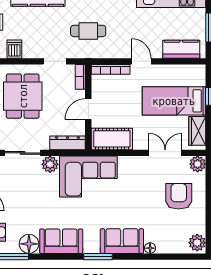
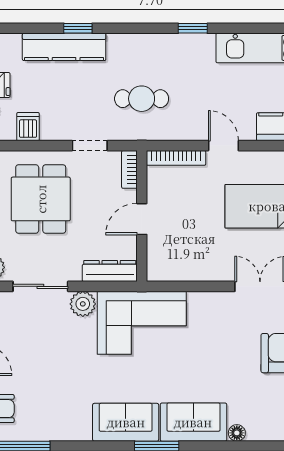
cot: (112, 139) -> (178, 265), removed
sofa: (61, 241) -> (126, 422), moved
floor lamp: (29, 244) -> (50, 426), removed

